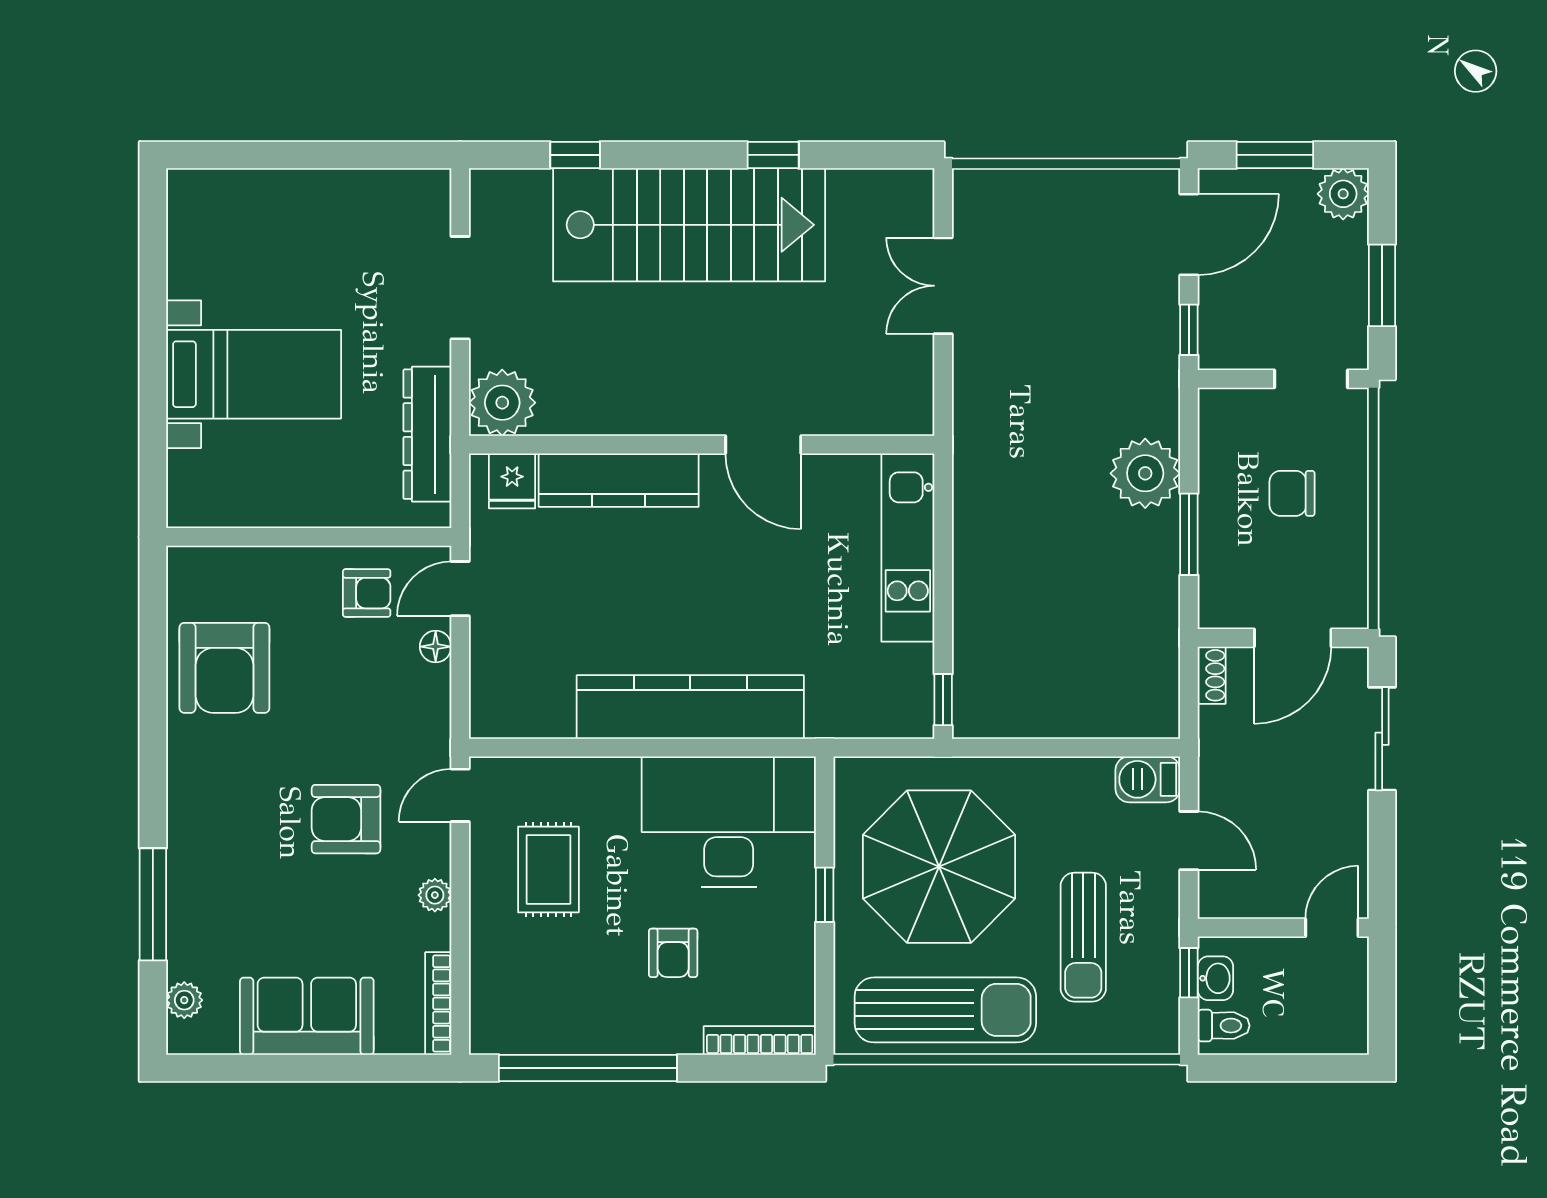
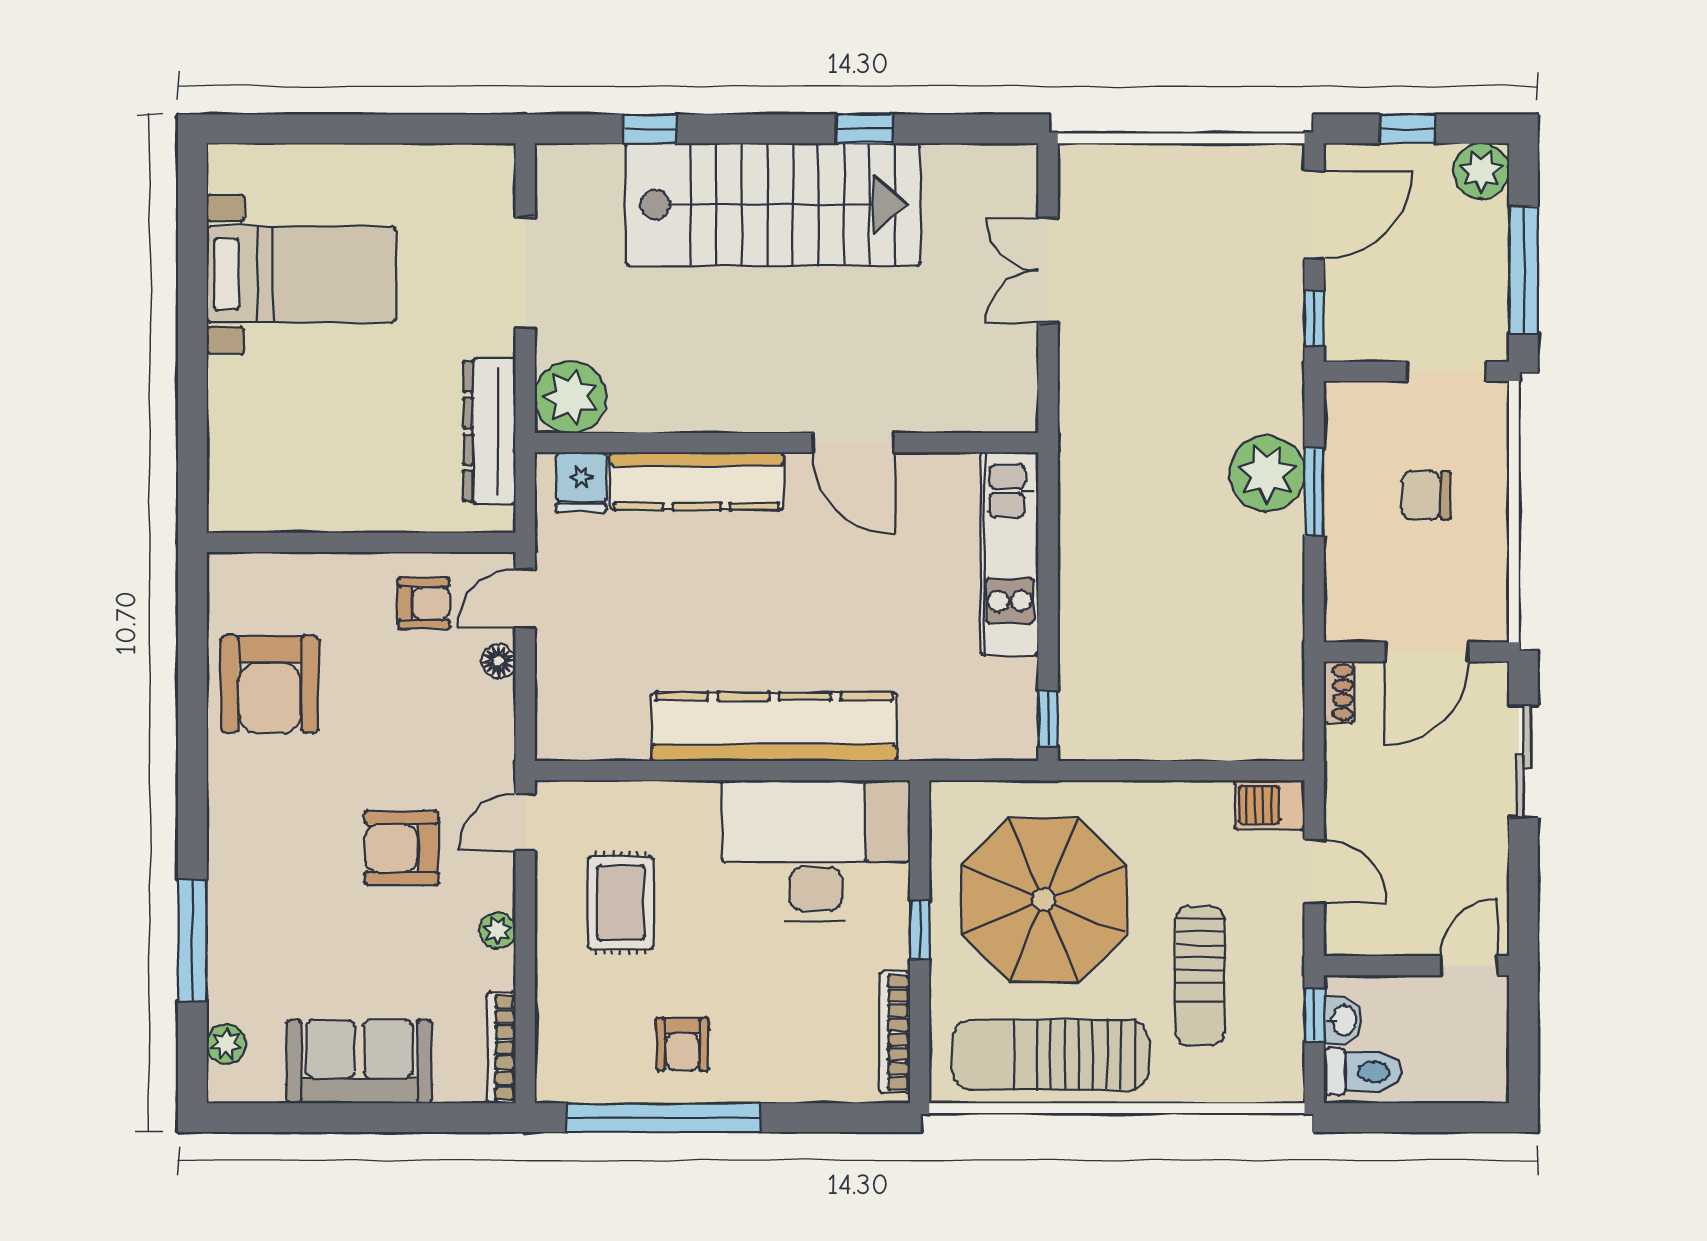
window: (1275, 155) -> (1407, 129), width x0.67
window: (1382, 285) -> (1523, 270), width x1.44
bed with nightstands: (254, 374) -> (301, 274), moved
window: (1189, 534) -> (1314, 492), moved
armchair: (673, 953) -> (682, 1044), moved
sun lounger: (945, 1010) -> (1050, 1055), turned 180
toilet: (1224, 1026) -> (1363, 1072), width x1.37, depth x1.39
bookcase: (760, 1040) -> (895, 1032), moved, turned -90

